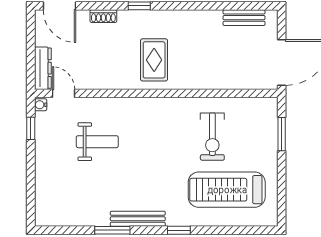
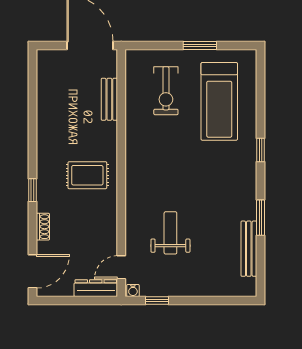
bench: (244, 18) -> (109, 99), moved
window: (282, 134) -> (200, 46), moved
exercise bike: (212, 137) -> (166, 91), moved, turned 90
bench: (138, 219) -> (249, 249), moved

